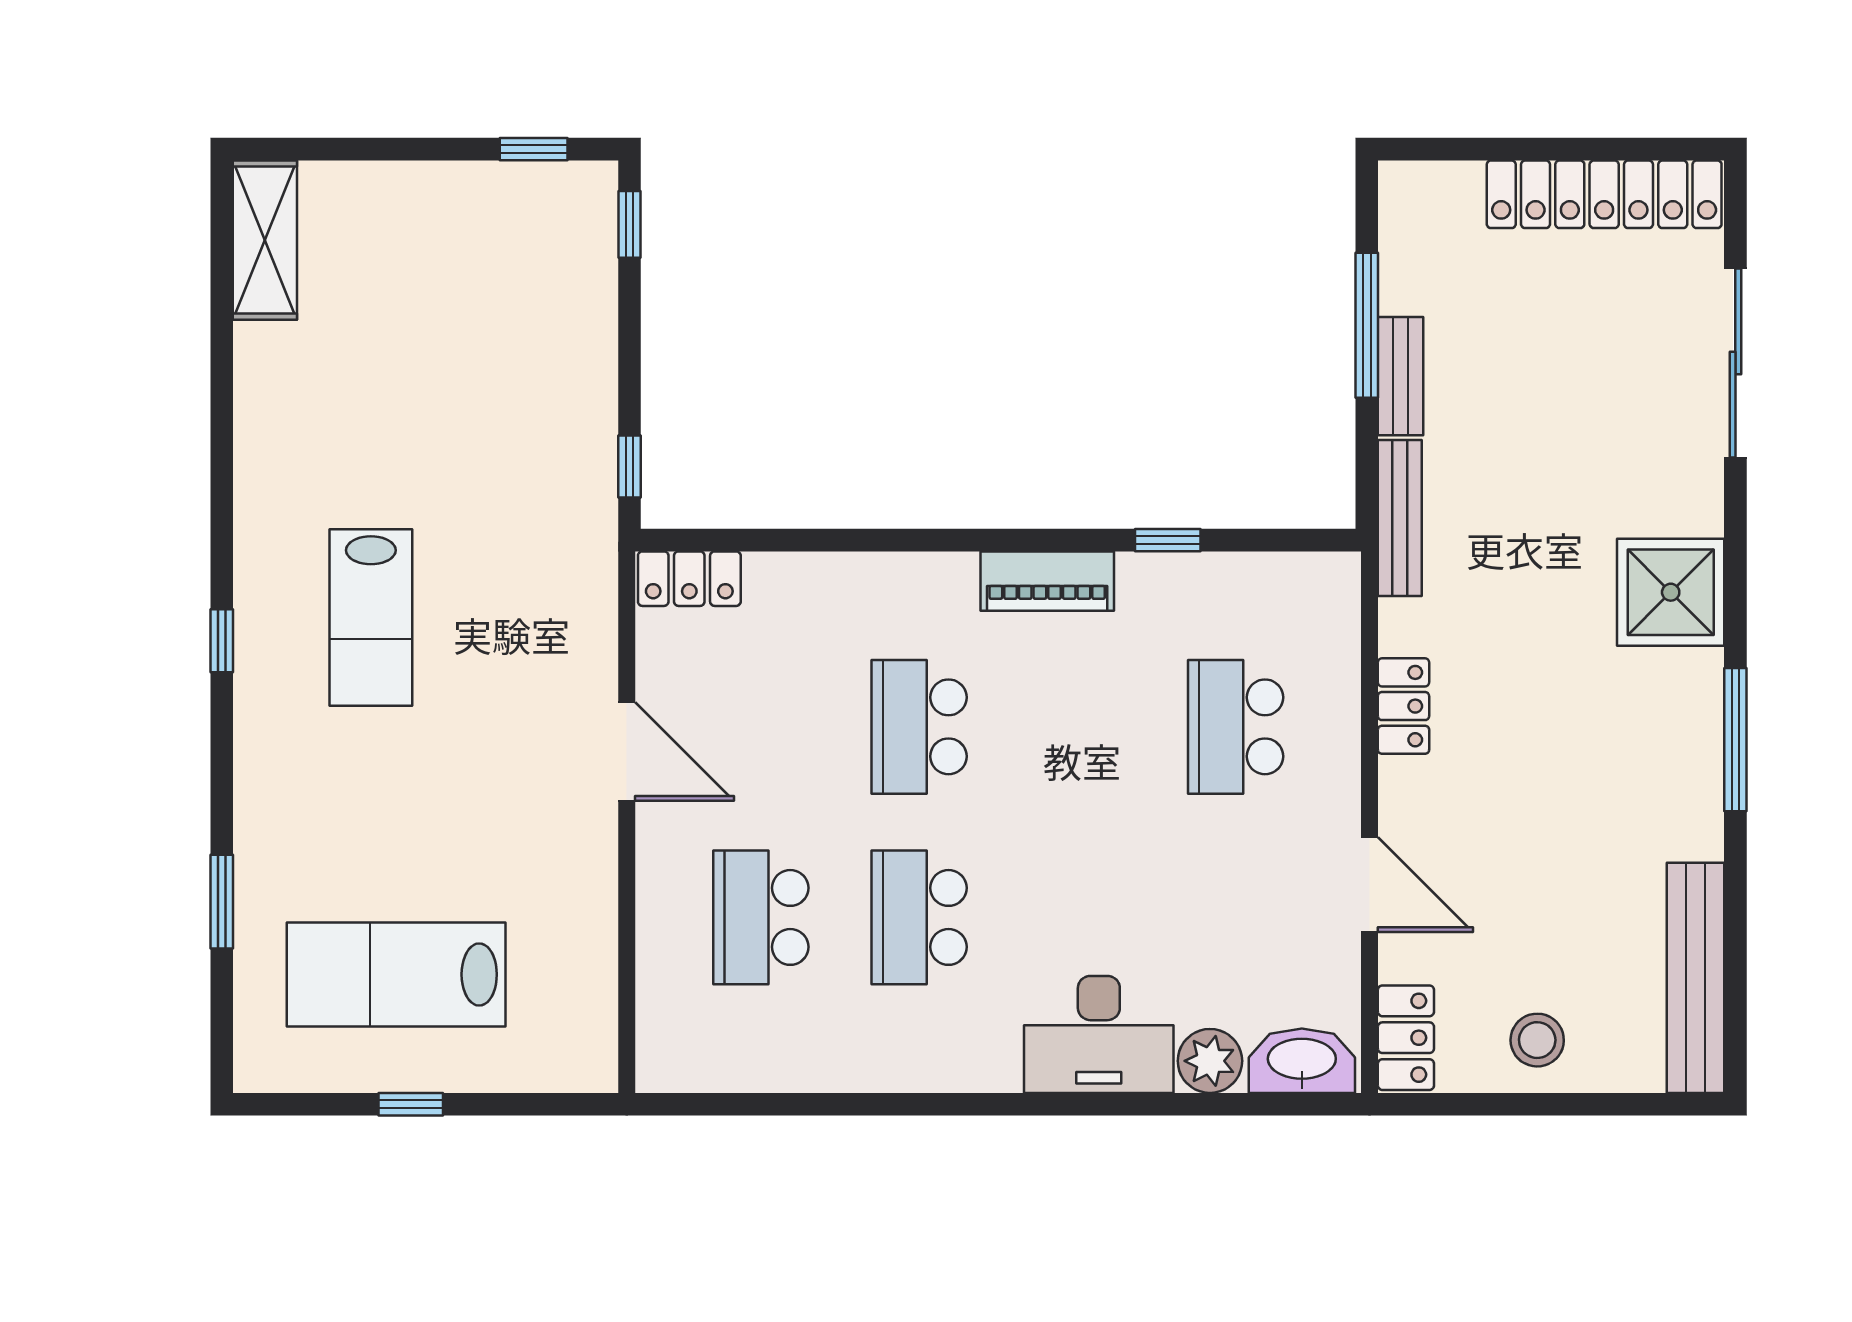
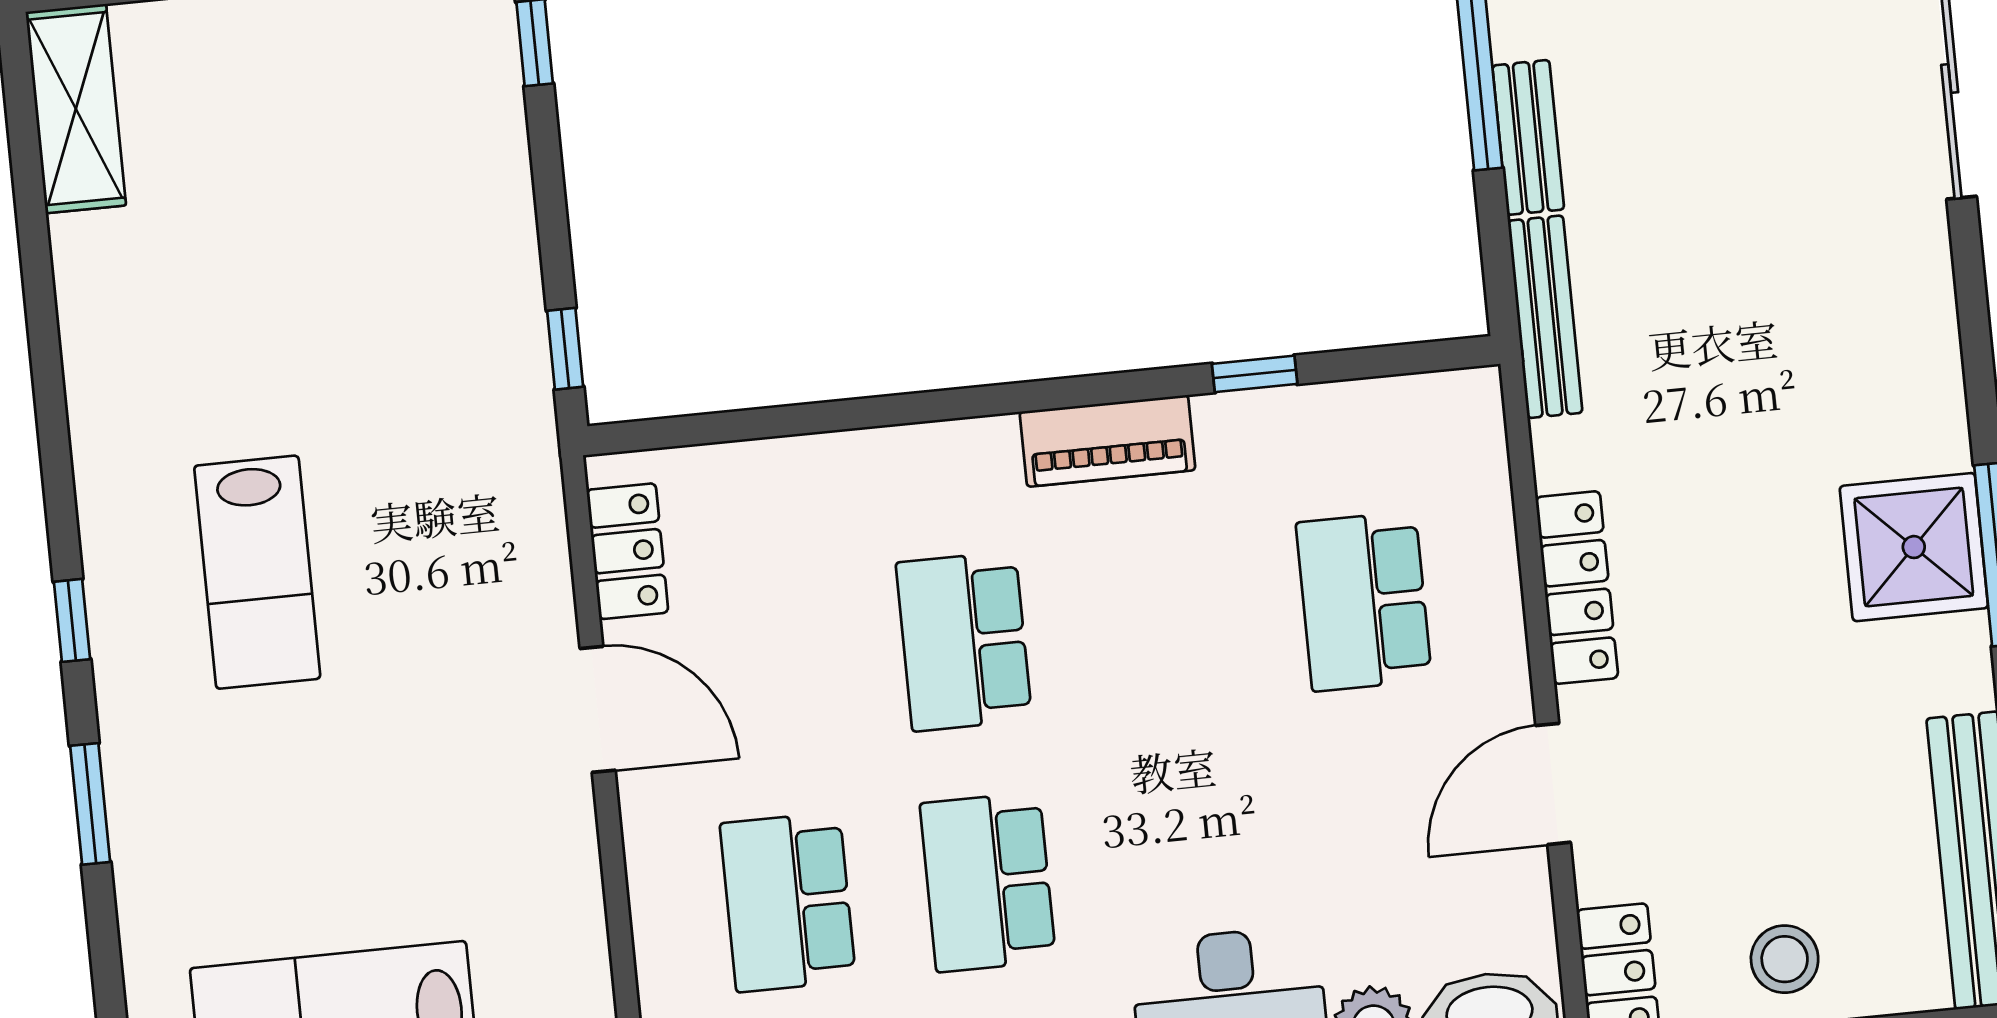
locker: (689, 579) -> (627, 551), moved, turned -90
shower: (1671, 592) -> (1914, 547), moved
locker: (1403, 706) -> (1577, 588), width x1.53
door: (1370, 885) -> (1553, 784), swing flipped
window: (222, 902) -> (90, 804), moved

